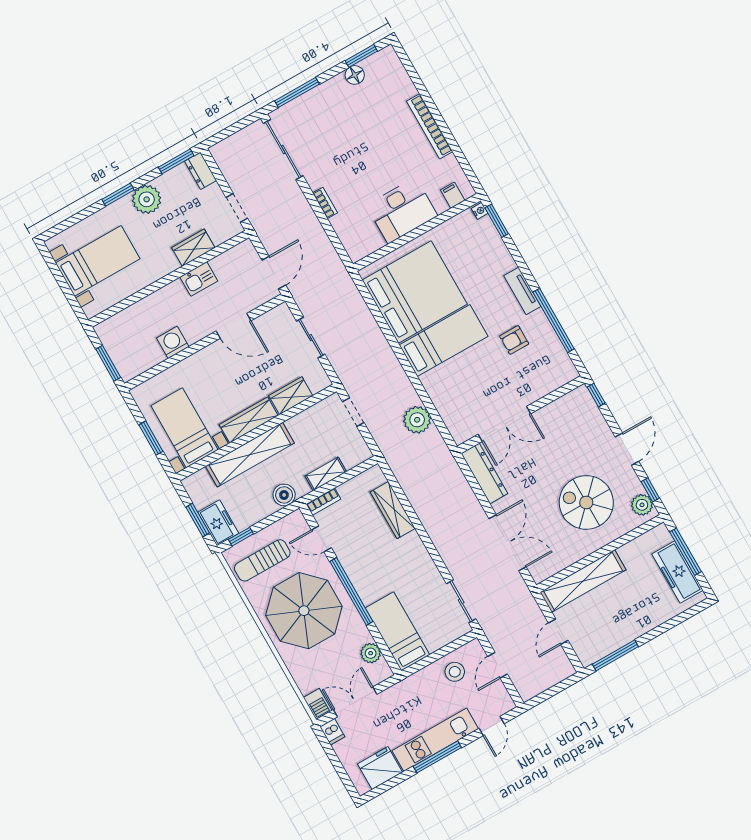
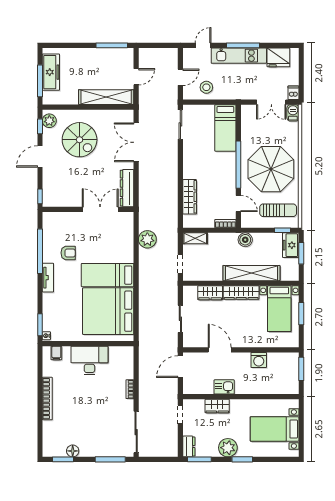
shelving: (326, 474) -> (195, 238), moved
plant: (371, 653) -> (247, 124), removed

